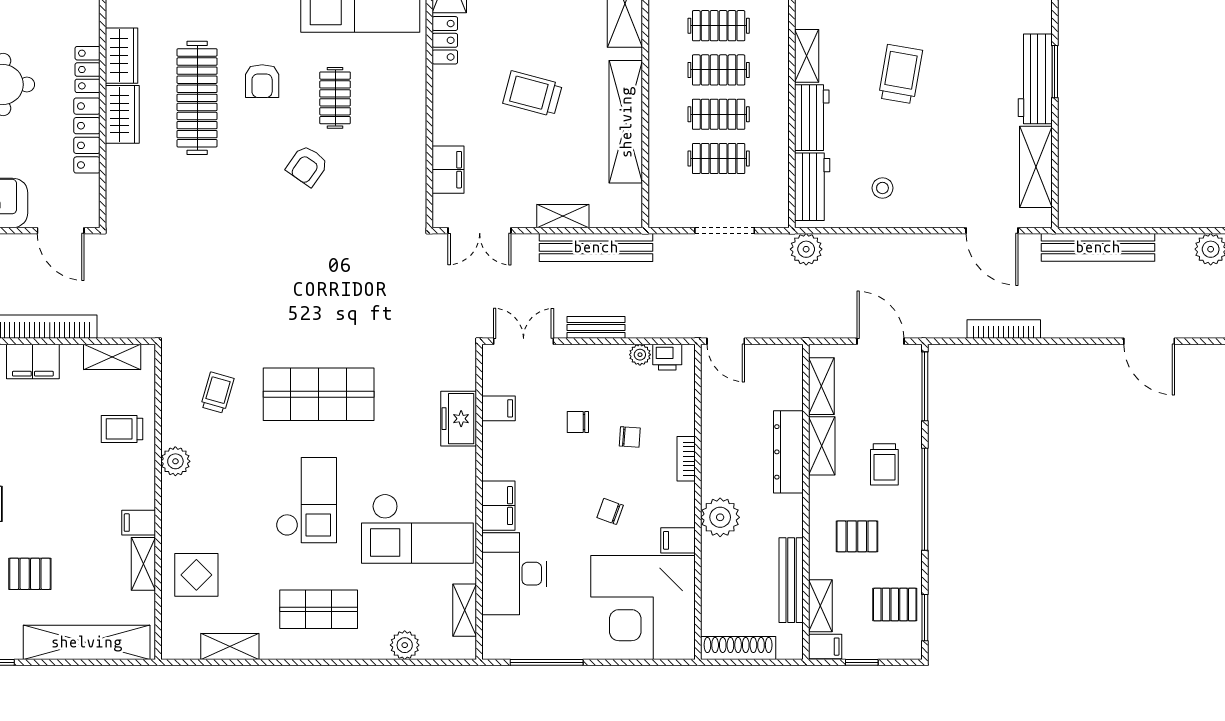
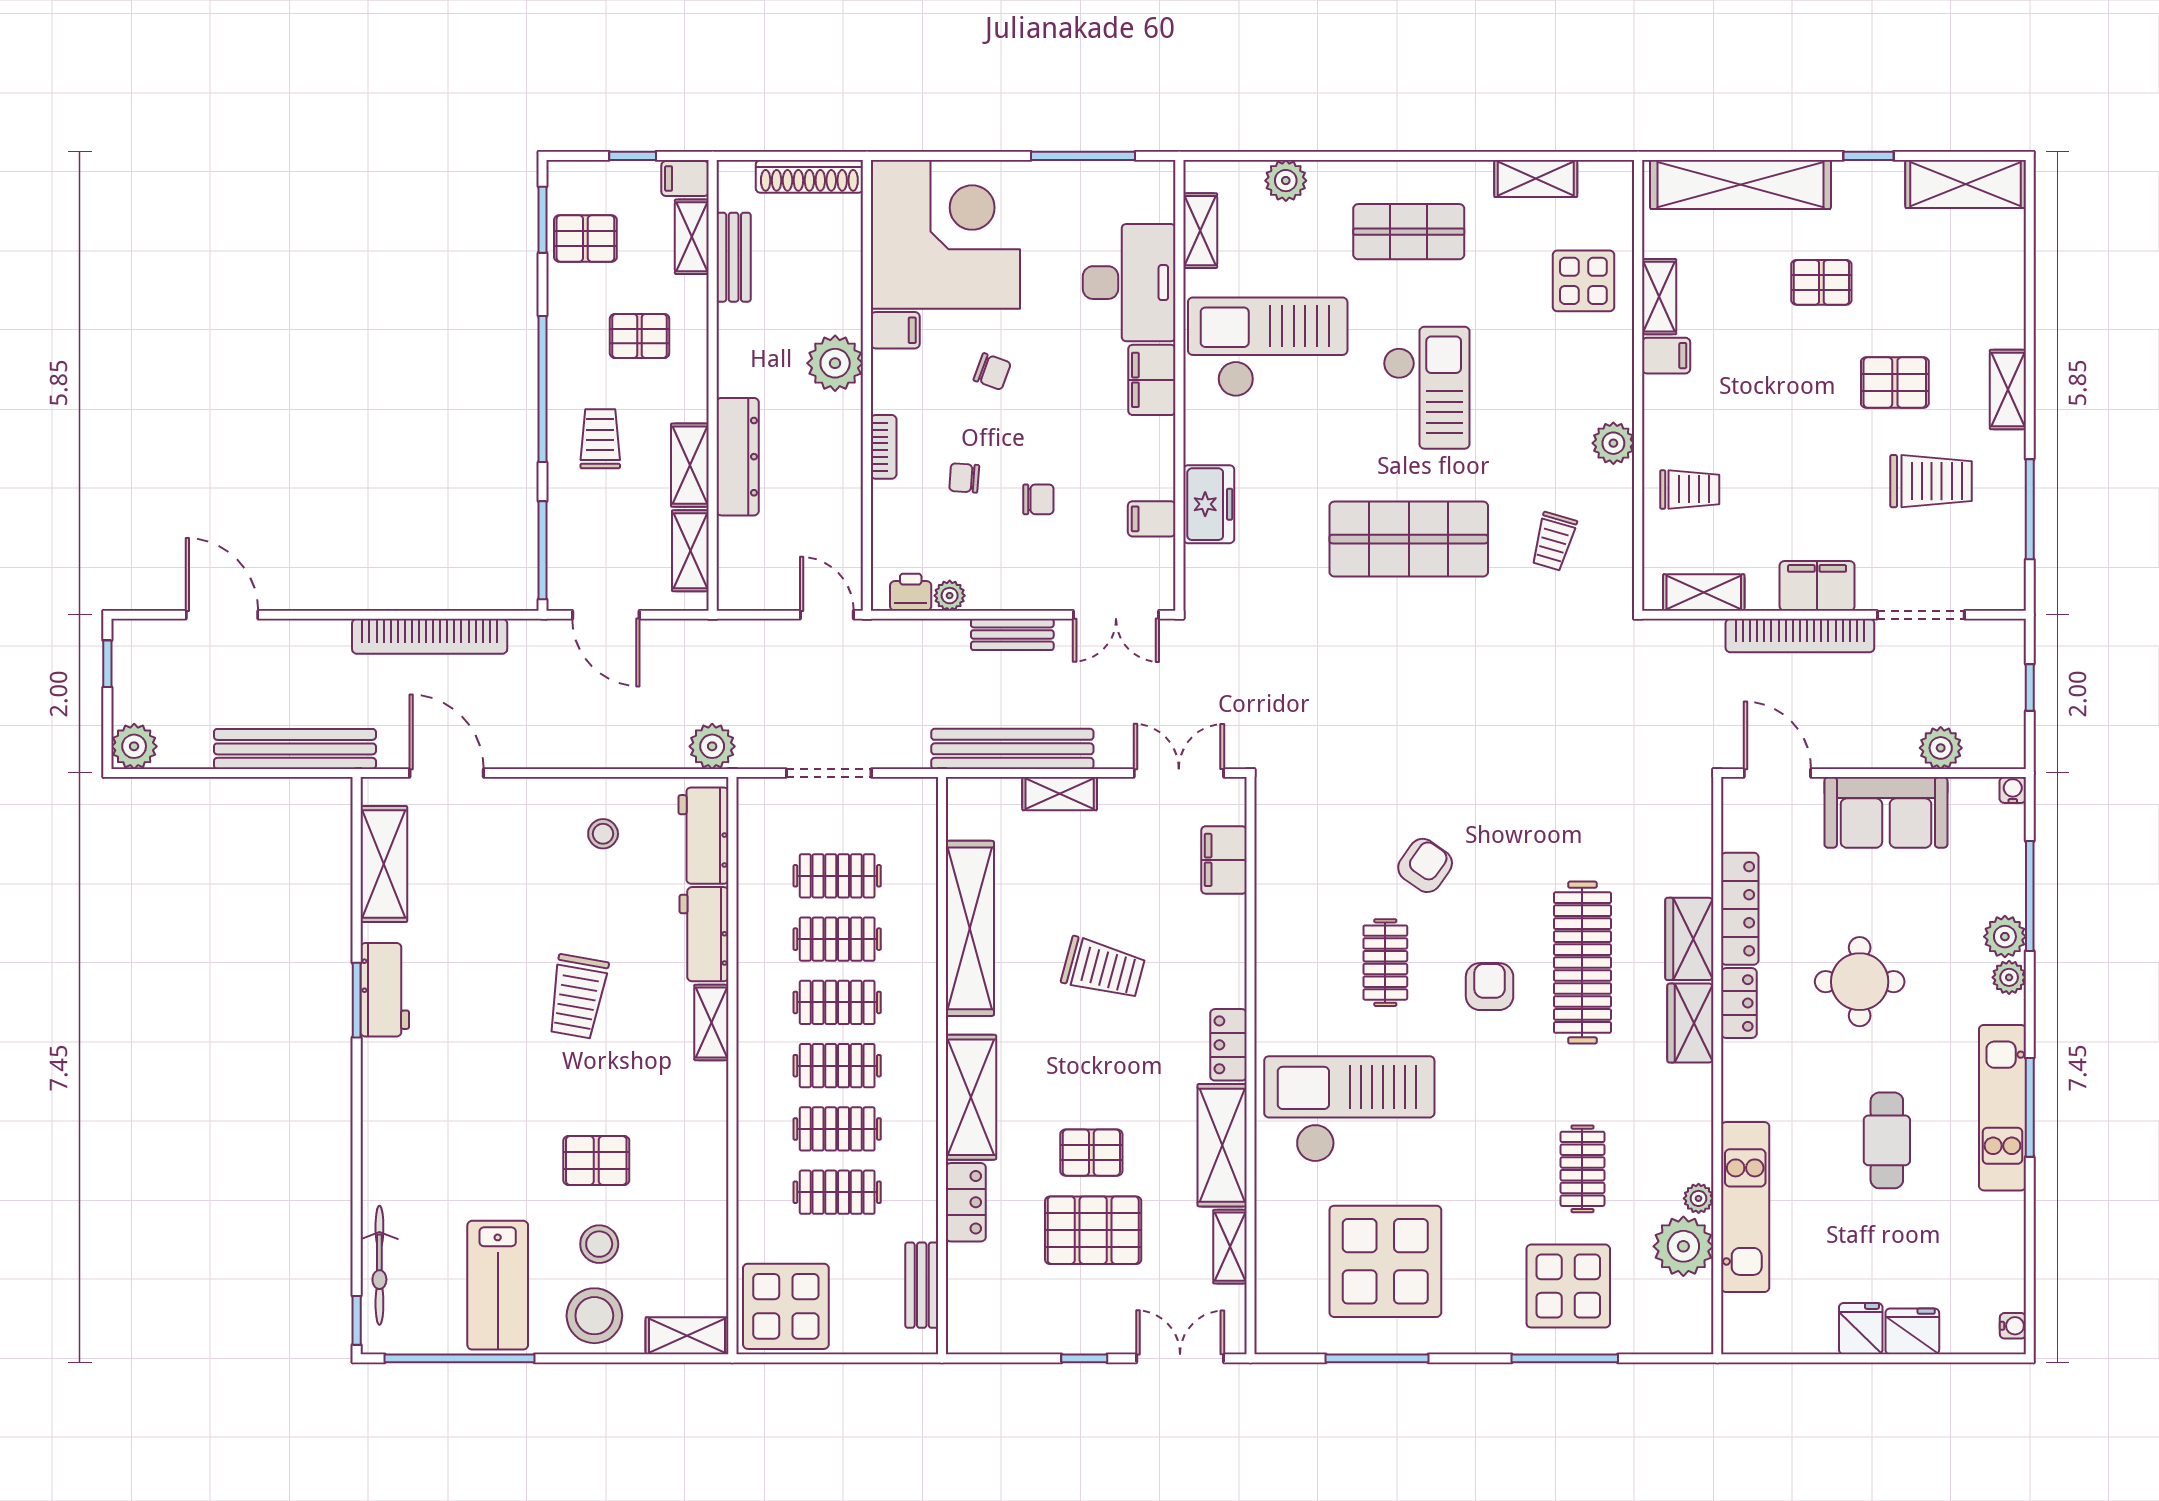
workbench: (1035, 79) -> (385, 990), width x0.73
bookcase: (1004, 329) -> (430, 636), width x1.48, depth x1.31
checkout: (306, 500) -> (1426, 388), turned 180
bench: (791, 580) -> (734, 257), width x0.73

